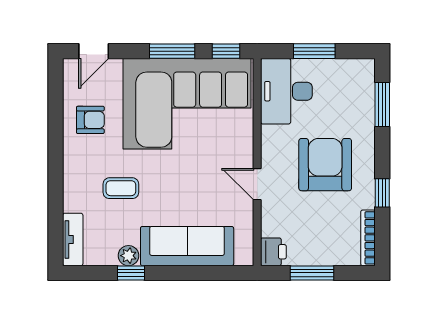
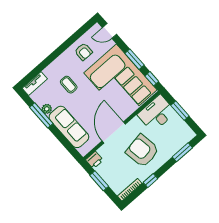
armchair: (325, 165) -> (142, 151), turned -99
door: (257, 184) -> (114, 132), width x1.88
window: (131, 273) -> (41, 115), width x2.17

